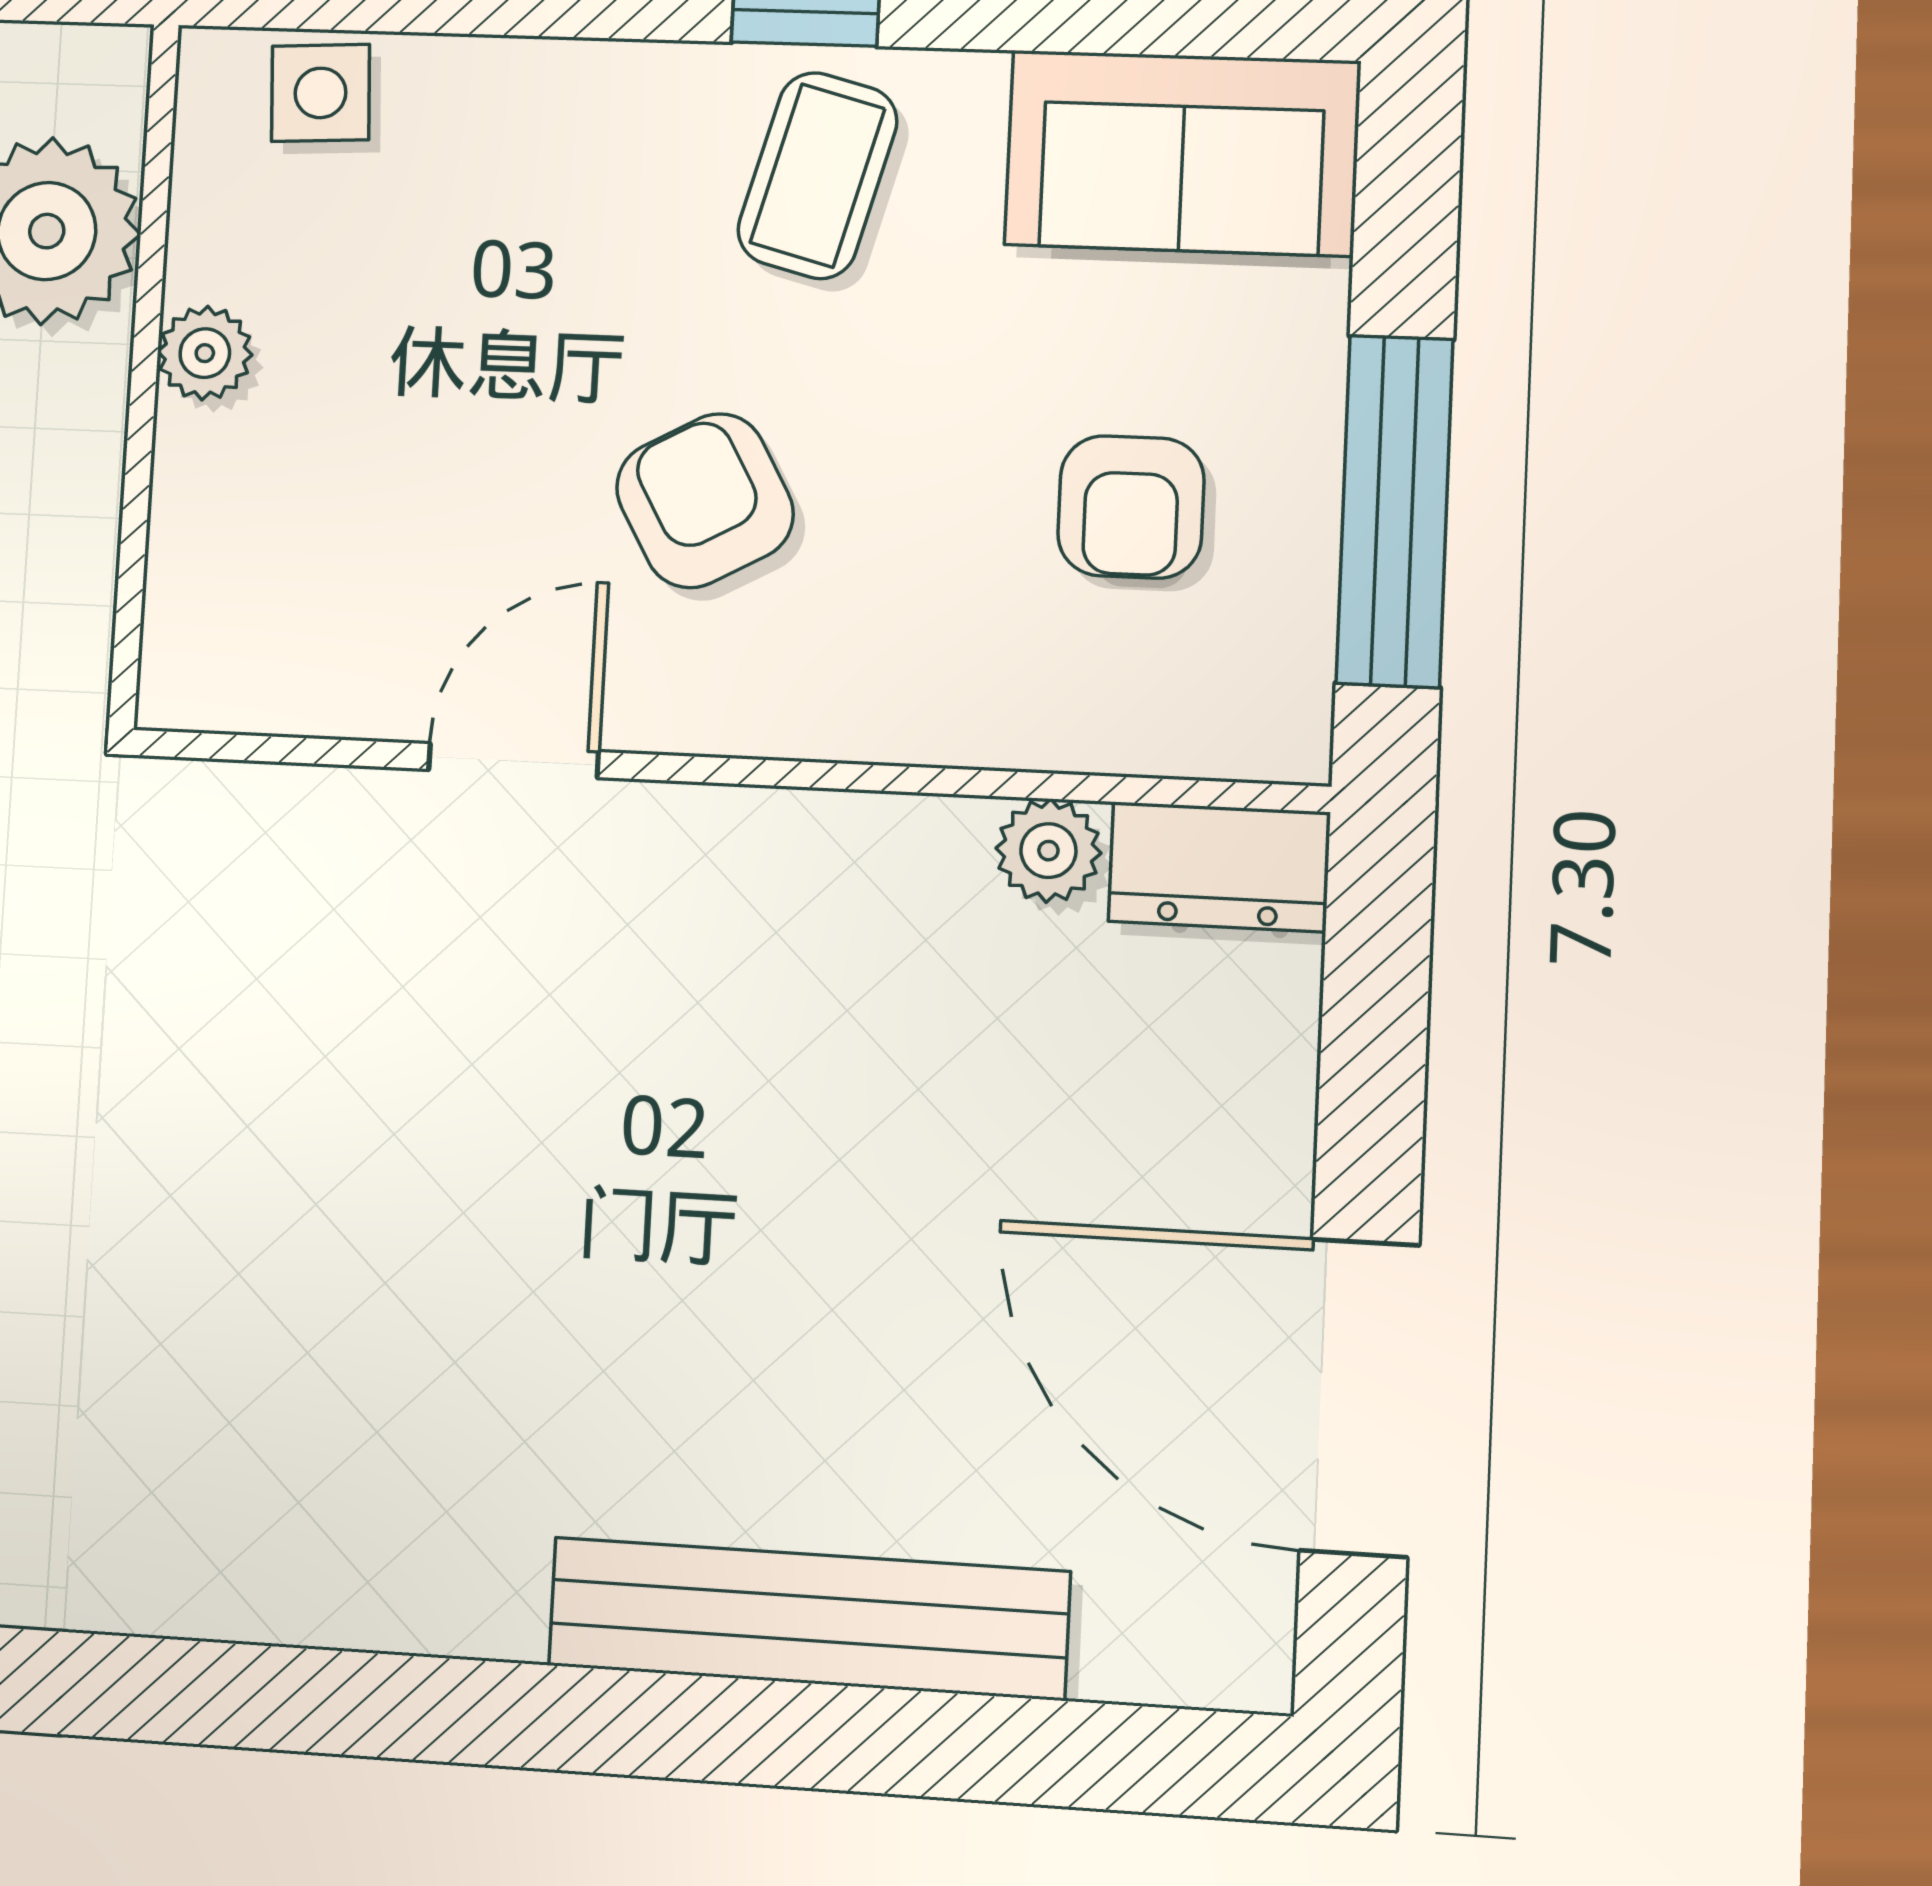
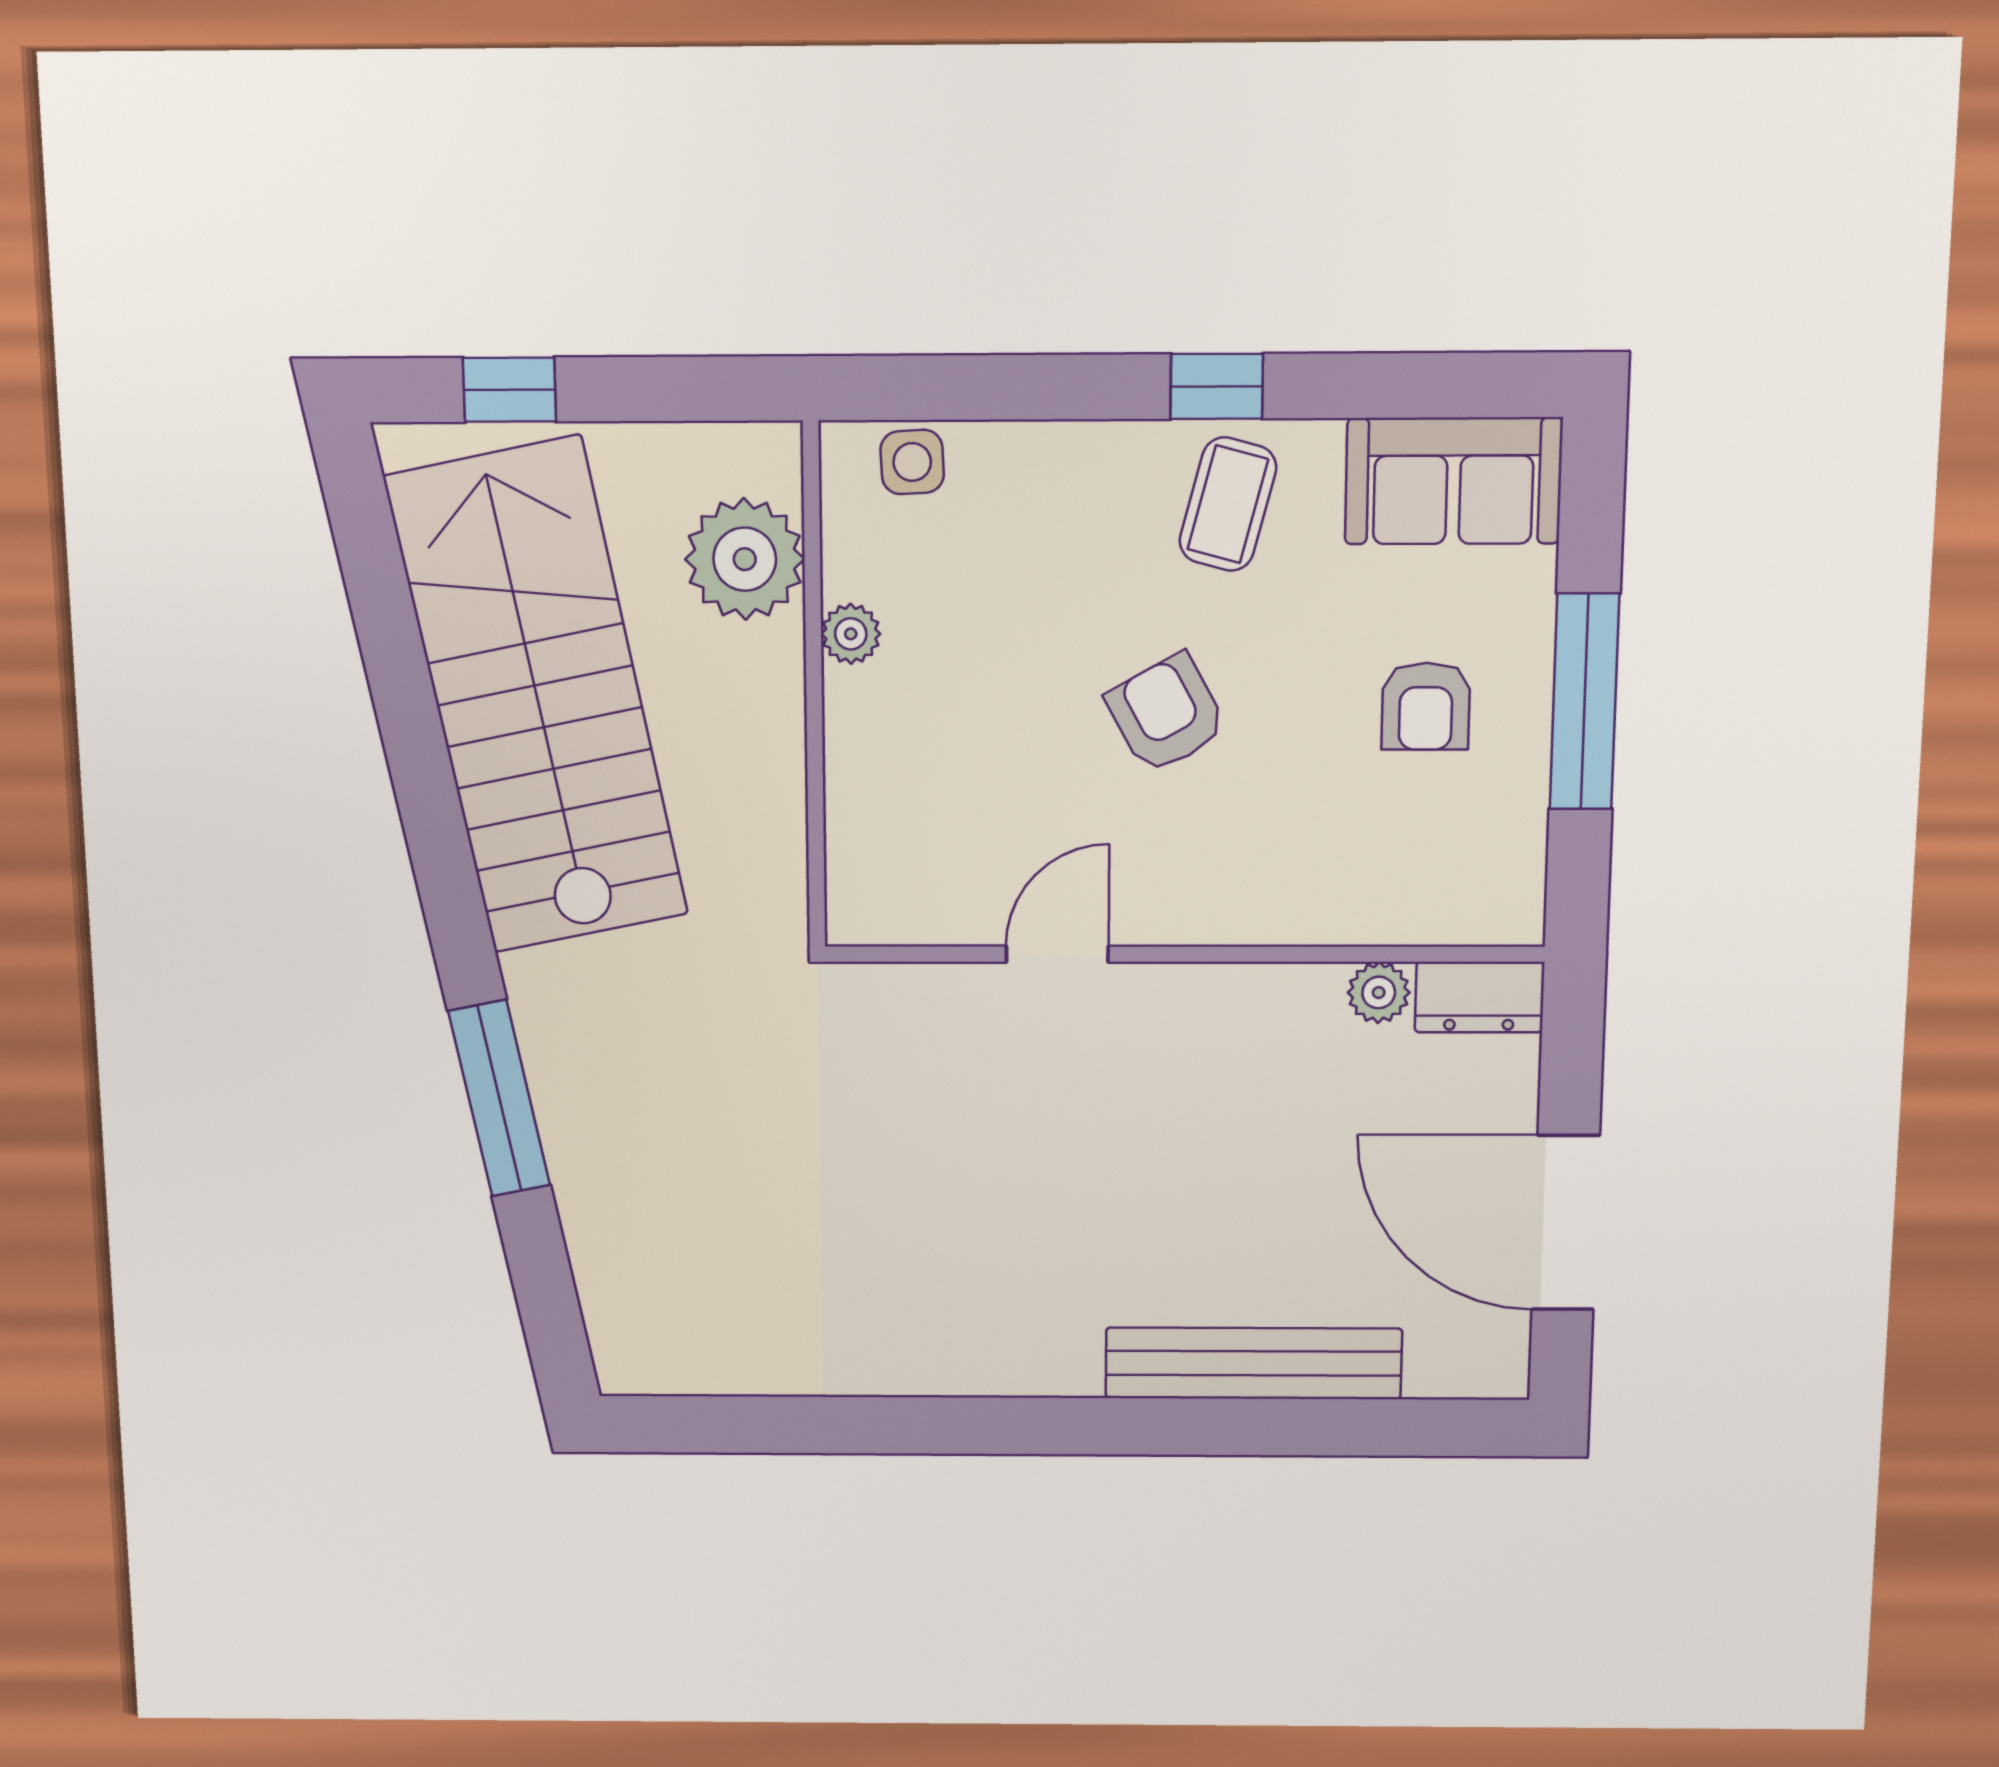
door: (514, 761) -> (1057, 954), moved
wall: (723, 771) -> (1184, 954), moved
plant: (1048, 851) -> (1379, 993), moved
dresser: (1219, 867) -> (1479, 997), moved

